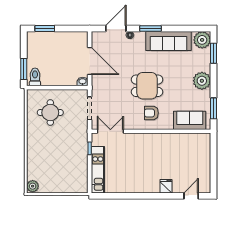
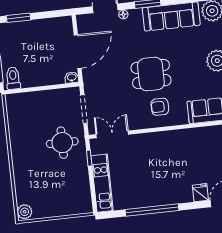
door: (90, 61) -> (78, 52), hinge flipped
round table: (50, 113) -> (62, 143), moved
fridge: (166, 186) -> (200, 193), moved
window: (136, 196) -> (152, 210), added

